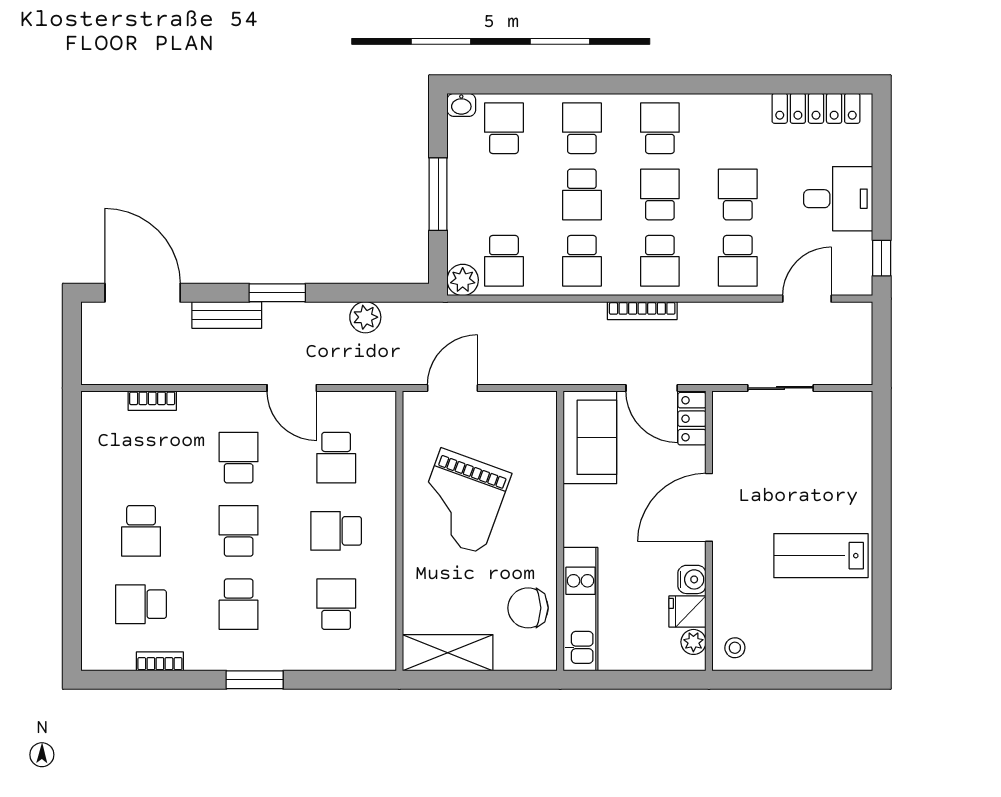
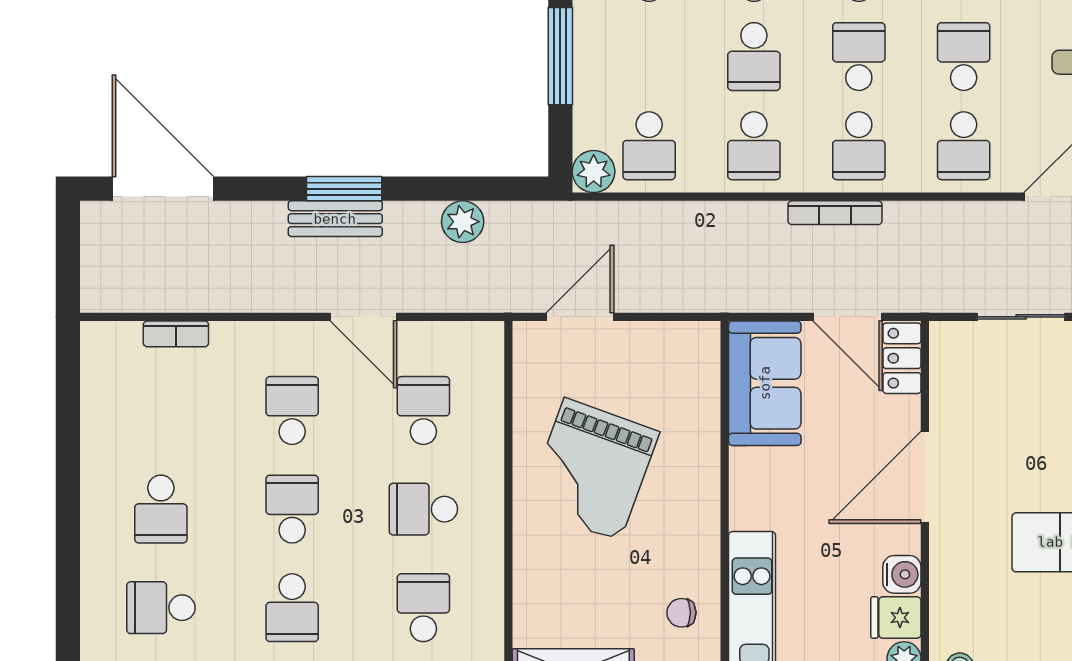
bench: (227, 315) -> (335, 219), moved
school desk: (336, 458) -> (423, 410), turned 180
chair: (528, 608) -> (681, 613), width x0.54, depth x0.54

